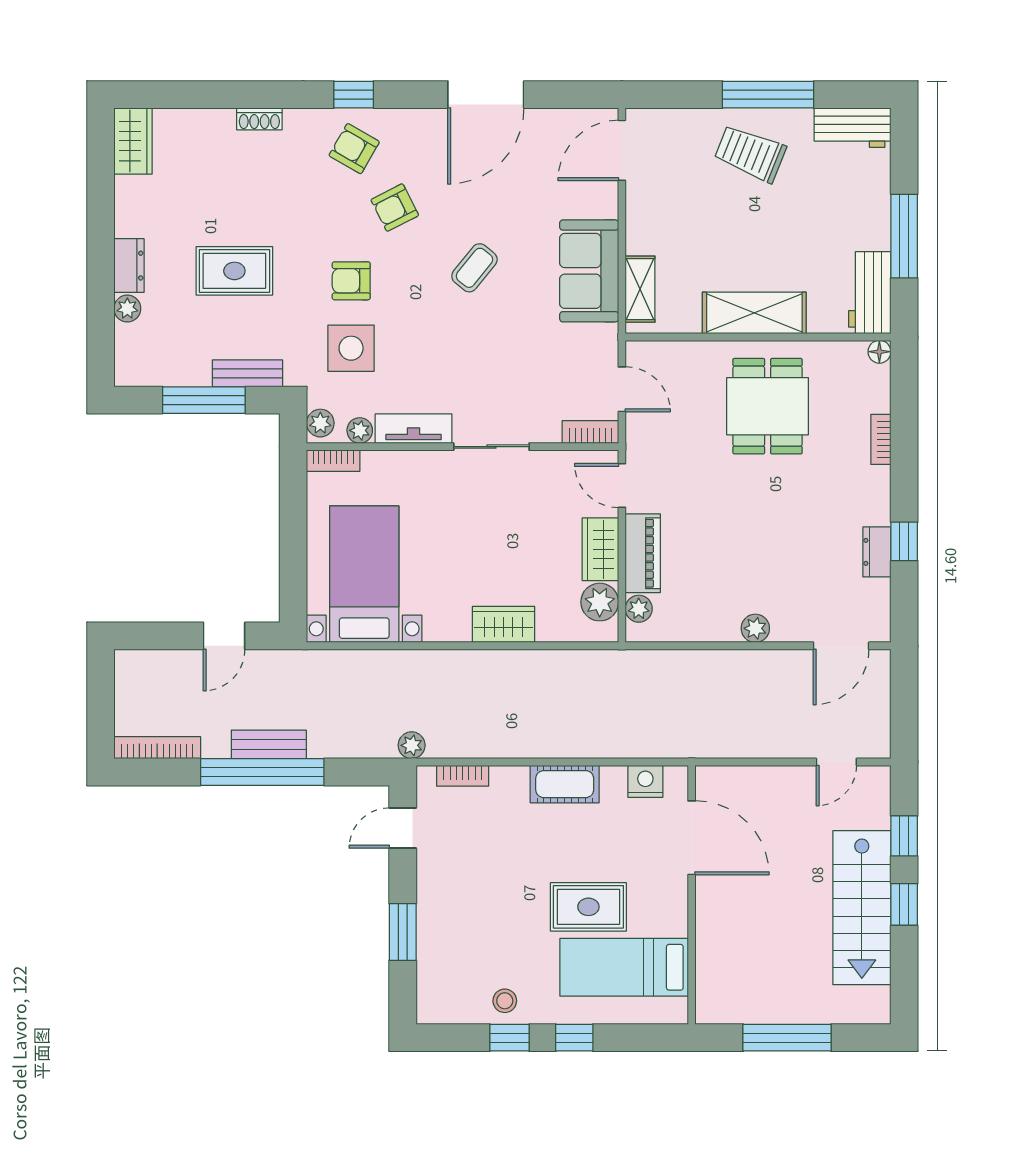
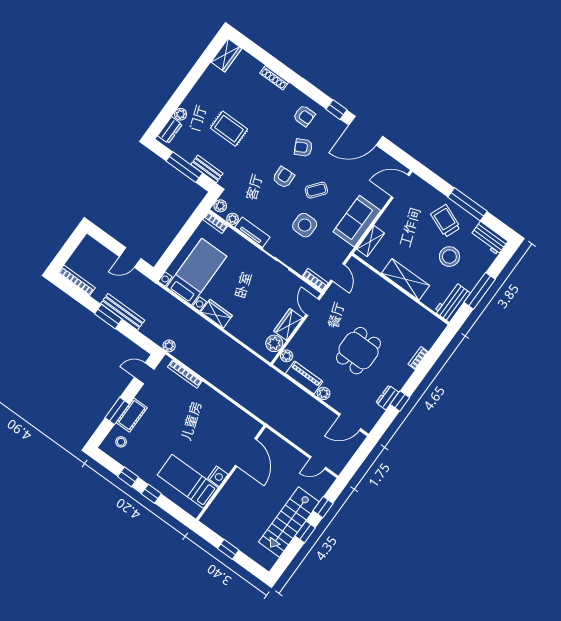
window: (354, 95) -> (337, 110), moved
shoe rack: (259, 119) -> (274, 78), width x1.43
armchair: (354, 149) -> (304, 116), turned 150
stool: (804, 213) -> (449, 257), added
dresser: (129, 266) -> (170, 130), moved
armchair: (351, 281) -> (283, 177), moved, turned 88
side table: (351, 348) -> (305, 225), moved
floor lamp: (879, 352) -> (440, 326), removed
dining table: (768, 406) -> (358, 351), moved
piano: (643, 553) -> (304, 378), moved, turned -90
wardrobe: (504, 624) -> (217, 314), moved
bench: (269, 744) -> (123, 312), width x1.36
window: (262, 772) -> (108, 317), width x0.47
bookcase: (463, 776) -> (185, 374), width x1.56
nightstand: (645, 781) -> (218, 476), moved, turned 90
cot: (565, 784) -> (132, 415), moved, turned 90
rug: (588, 907) -> (191, 450), removed
stool: (505, 1001) -> (121, 442), moved
window: (787, 1038) -> (228, 549), width x0.46

